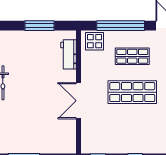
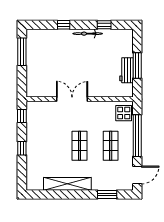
workbench: (68, 54) -> (126, 70), moved, turned -90
shop shelf: (132, 92) -> (80, 146), width x0.70, depth x0.74

